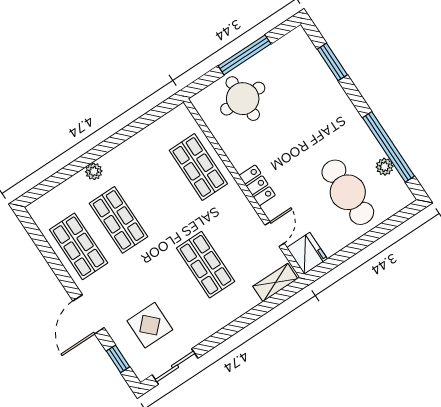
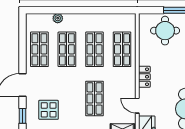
plant: (94, 171) -> (58, 18), moved
shop shelf: (158, 193) -> (94, 49), added
door: (274, 234) -> (137, 106), swing flipped

